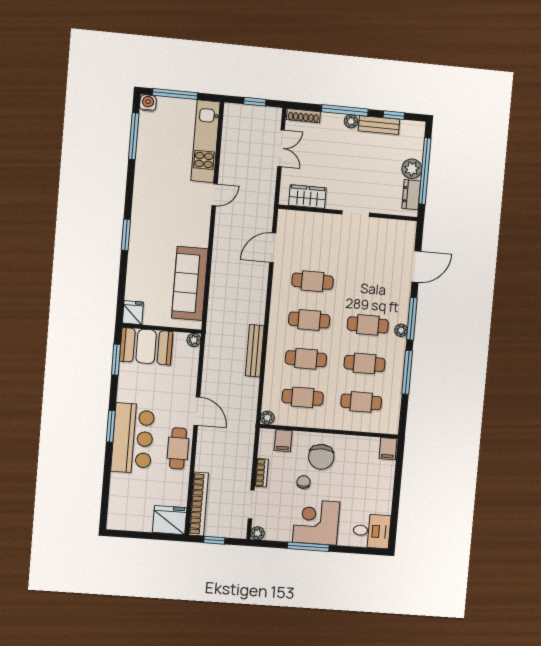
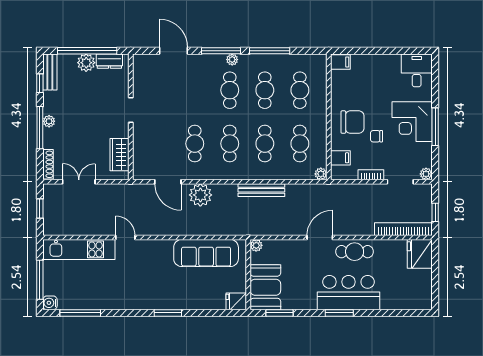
bench: (379, 125) -> (50, 72), moved
plant: (255, 283) -> (200, 195), added

